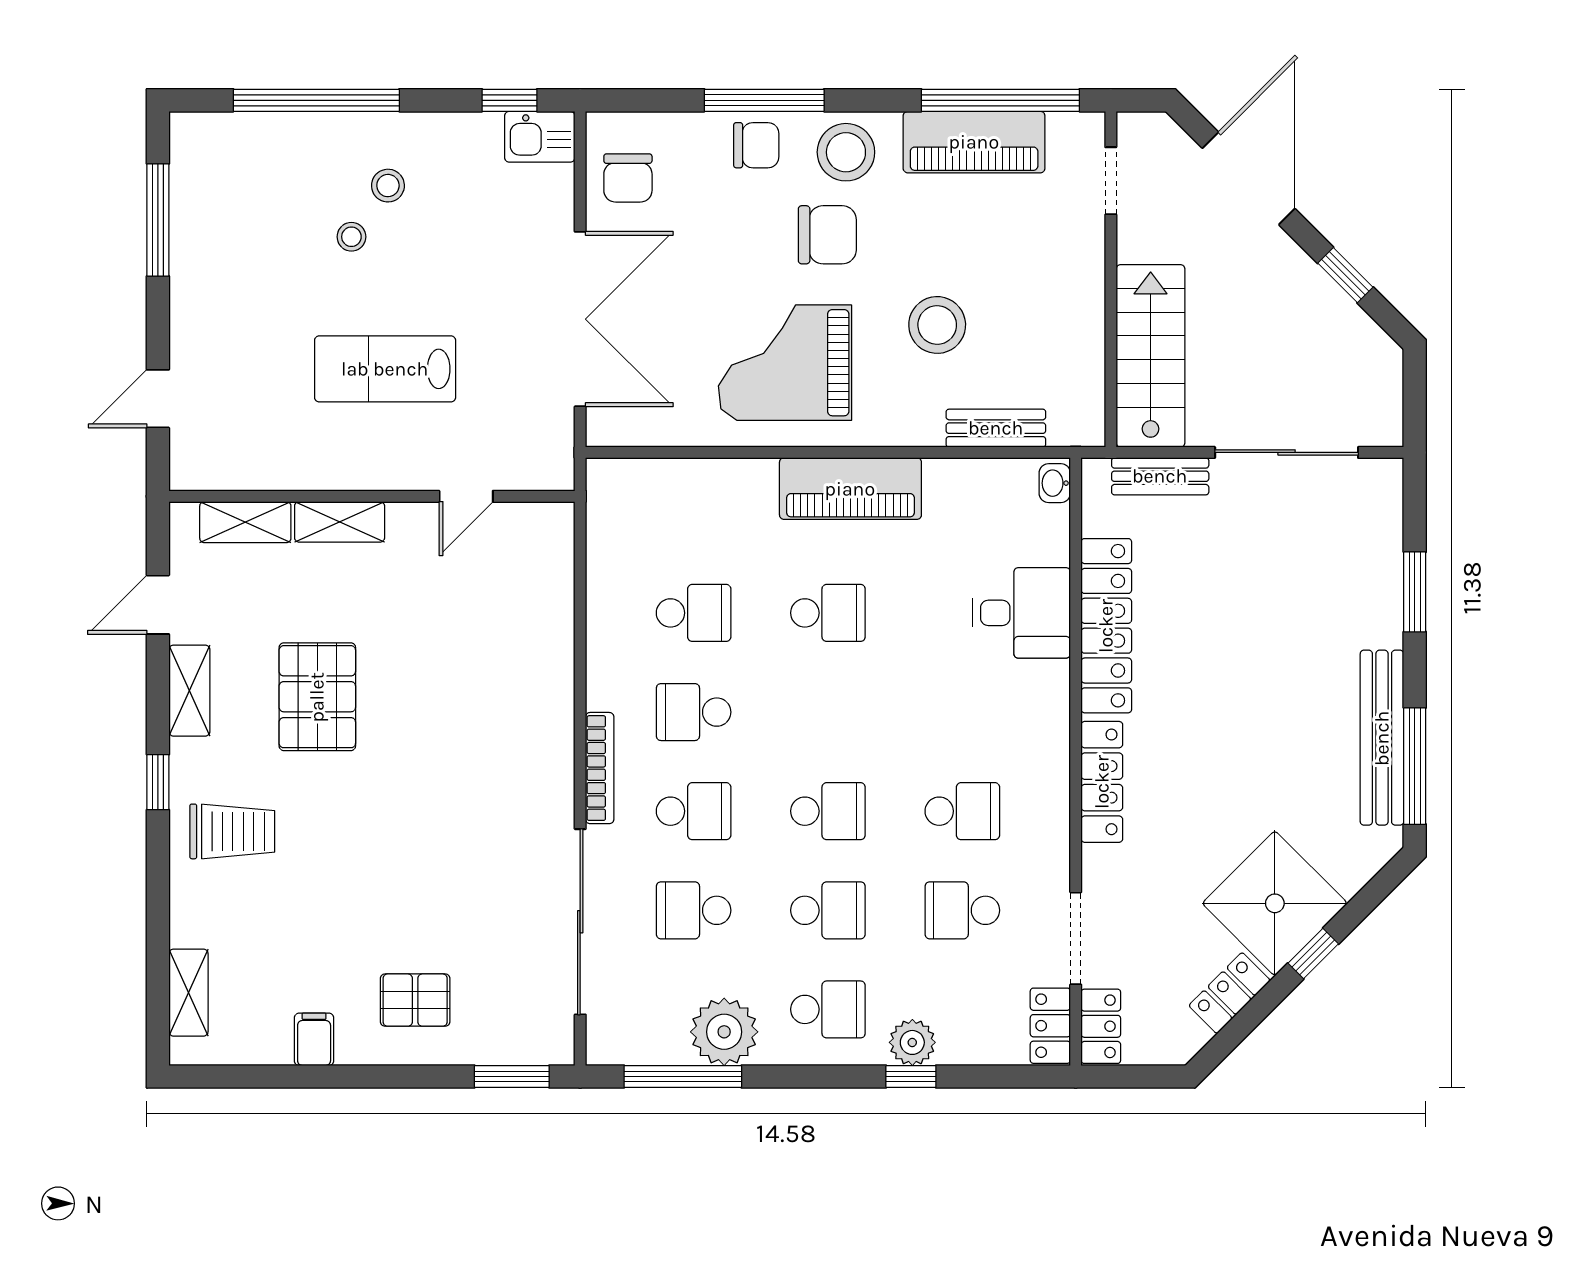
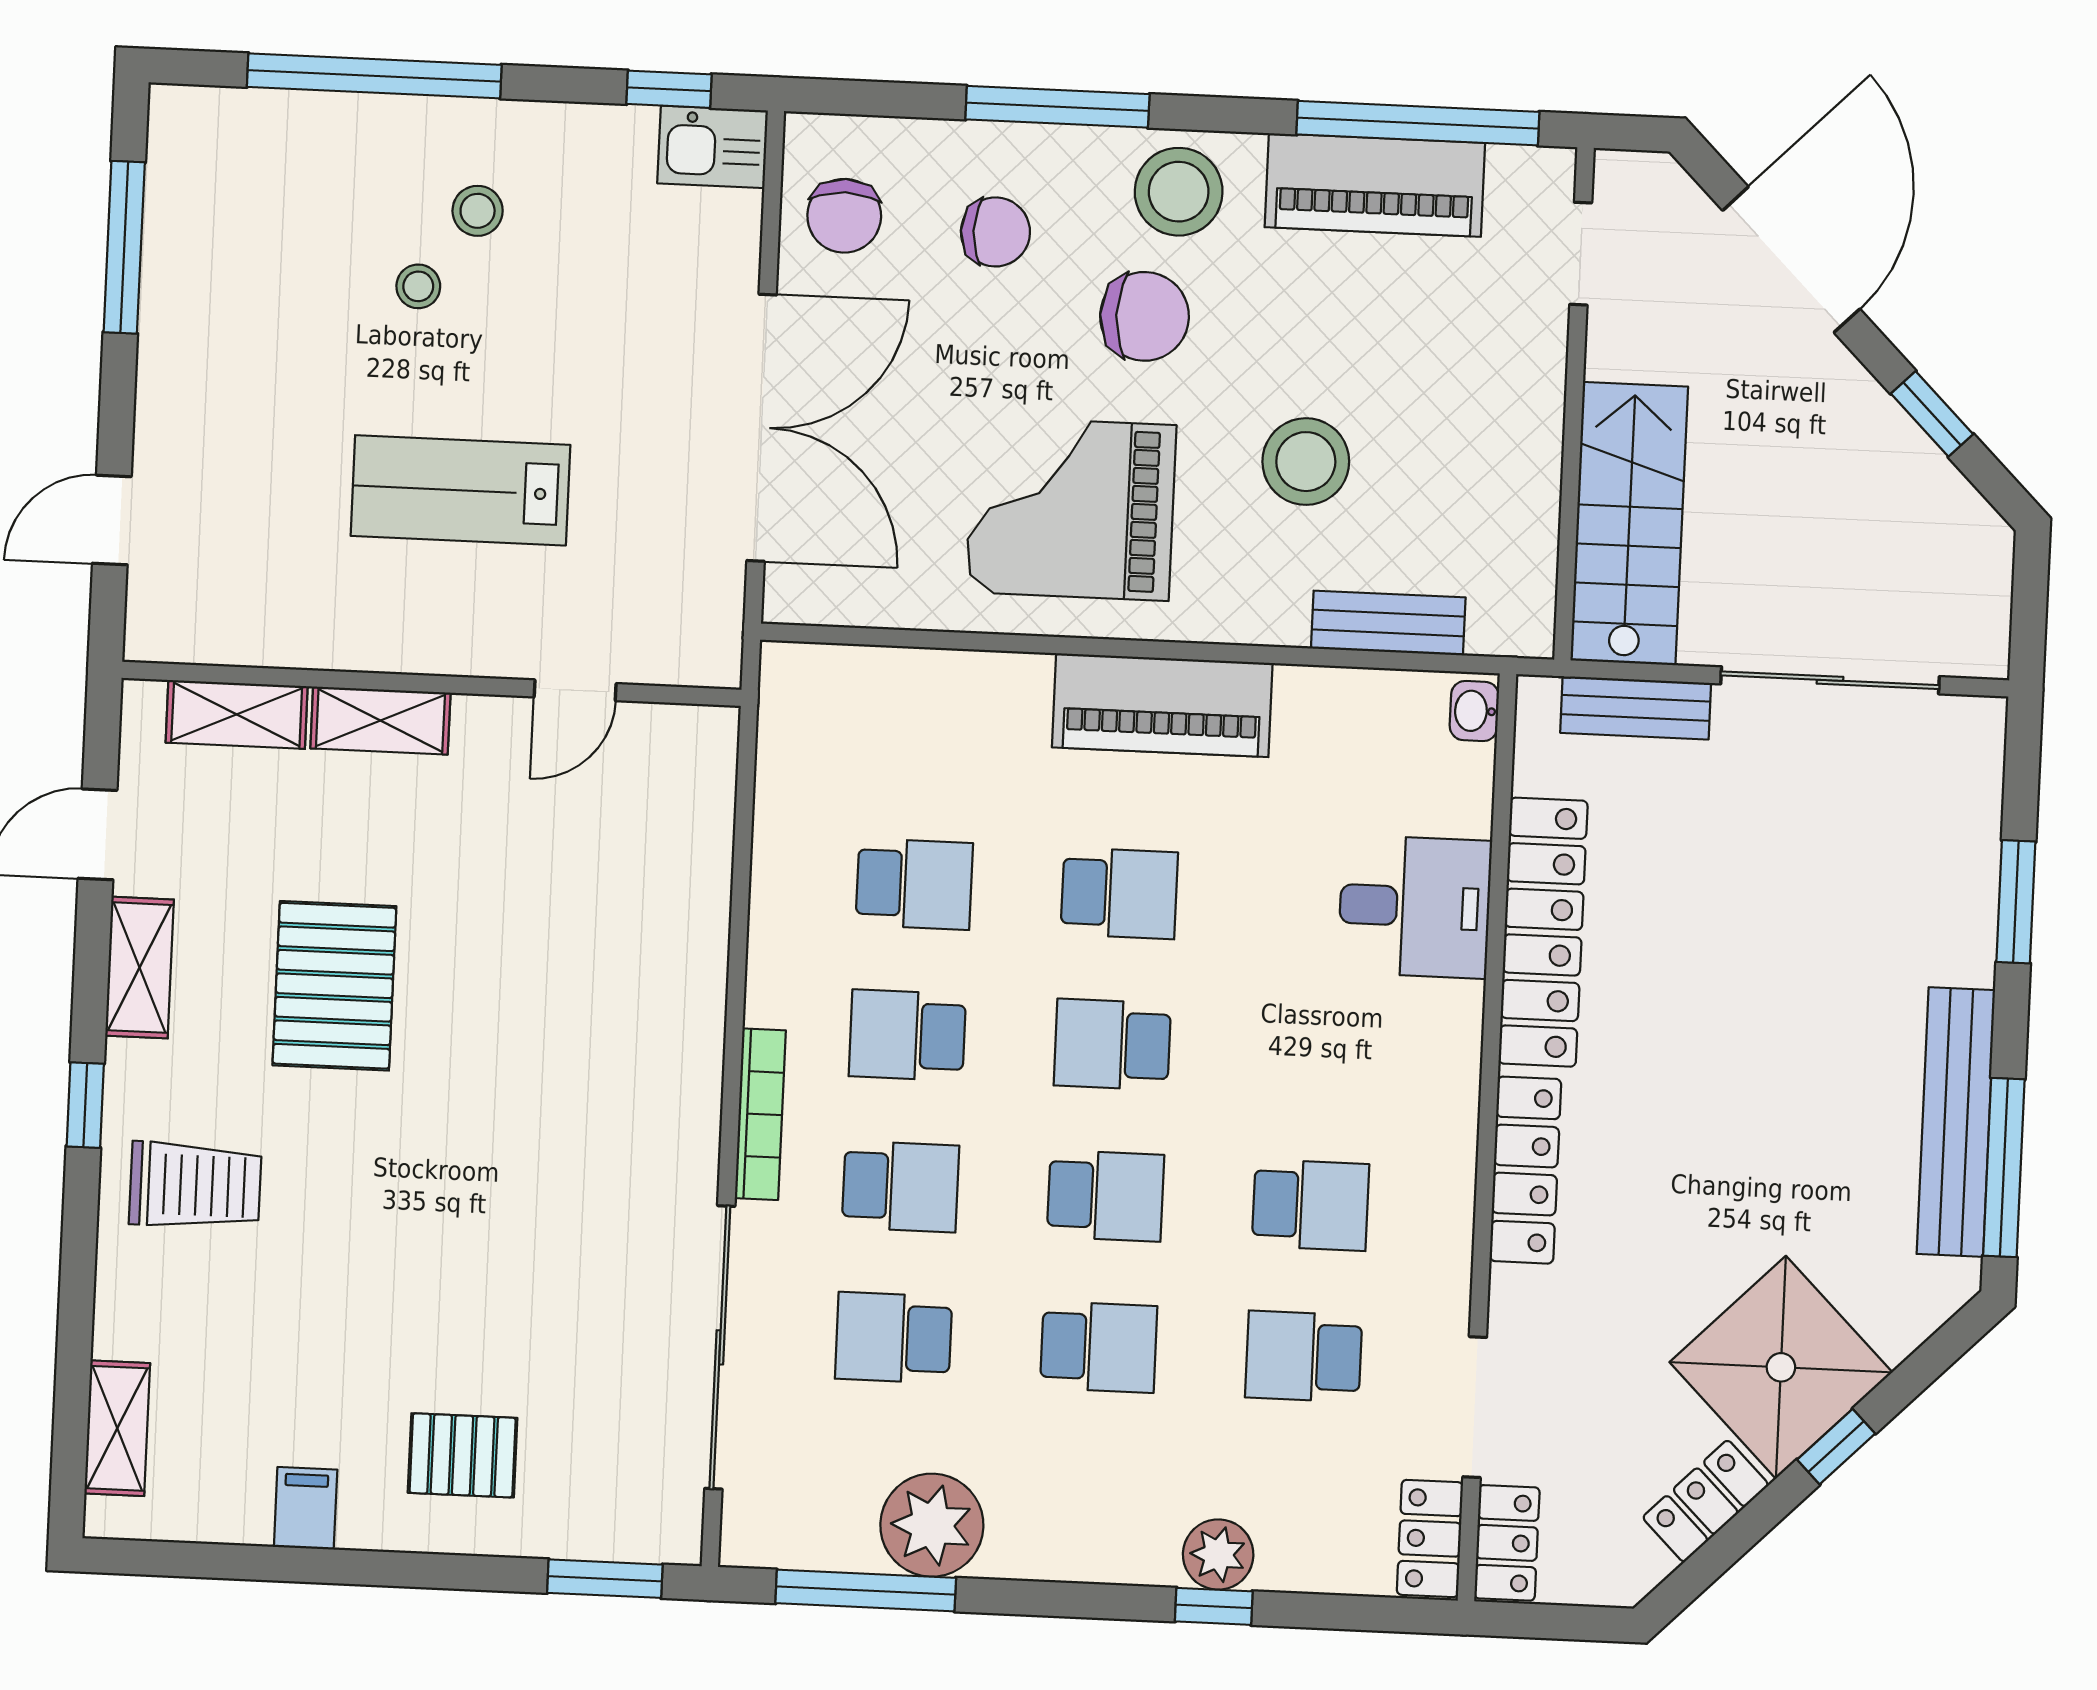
chair: (756, 145) -> (995, 232), moved
school desk: (828, 1009) -> (1112, 1045), moved, turned 180

